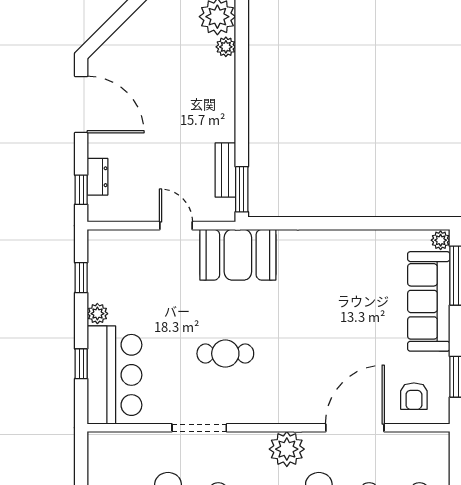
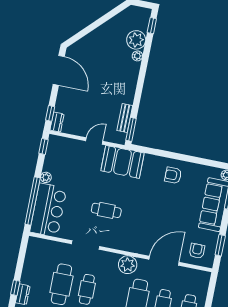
dresser: (98, 177) -> (57, 122), moved
door: (176, 226) -> (94, 141), hinge flipped
armchair: (340, 261) -> (173, 175), added
window: (81, 278) -> (43, 146), moved
window: (81, 364) -> (33, 201), width x3.17
armchair: (414, 396) -> (197, 251), turned 180

